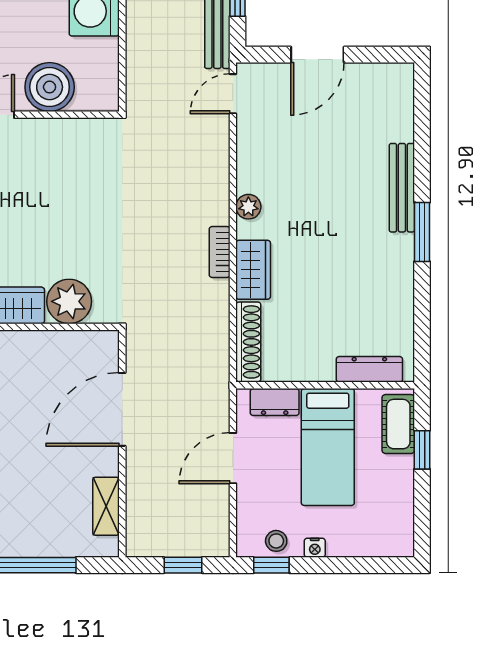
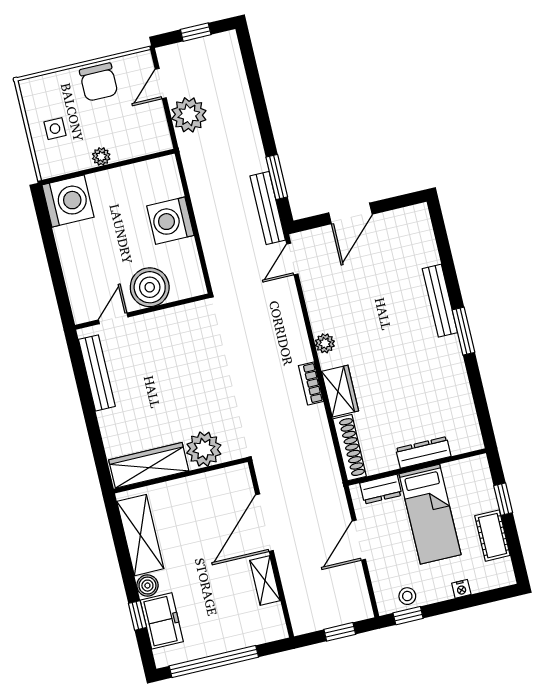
dresser: (369, 369) -> (423, 452), moved
cot: (398, 424) -> (492, 536), moved
shelving: (106, 506) -> (265, 580), moved
nightstand: (315, 548) -> (461, 589), moved

